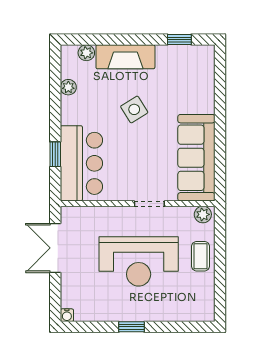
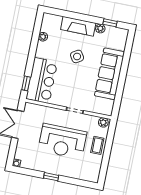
plant: (86, 53) -> (100, 28), moved
window: (55, 154) -> (26, 83), moved
sofa: (196, 158) -> (109, 74), moved

